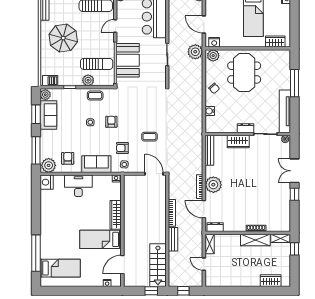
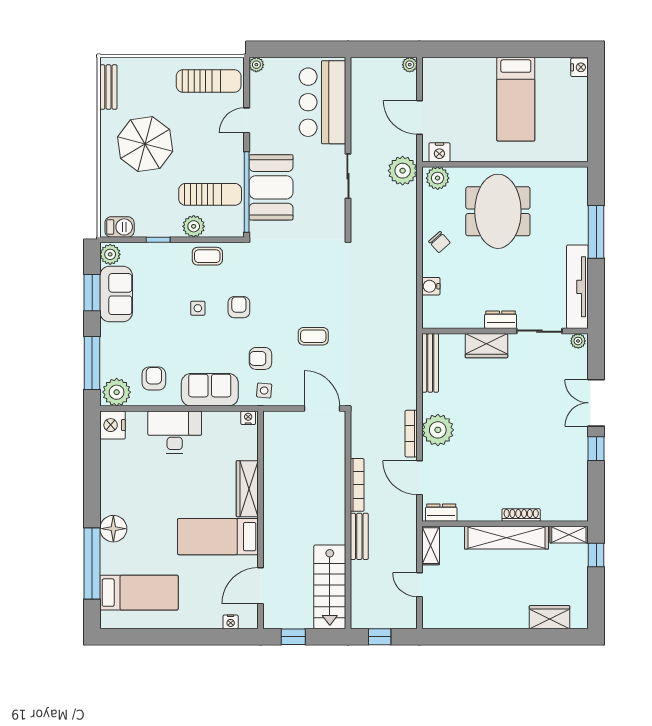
wardrobe: (275, 42) -> (559, 151), removed
floor lamp: (47, 235) -> (113, 529), added
shelving: (255, 240) -> (507, 538), width x1.47
window: (151, 291) -> (293, 637), moved

